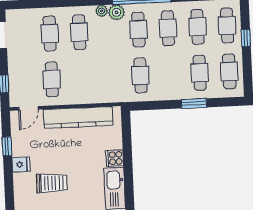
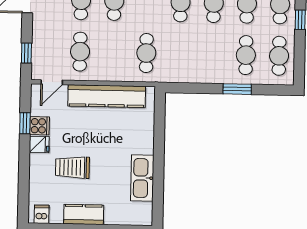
cafe table: (140, 75) -> (146, 53), moved
cooker: (115, 158) -> (39, 126), moved, turned 180
trolley: (52, 183) -> (72, 167), turned 180

